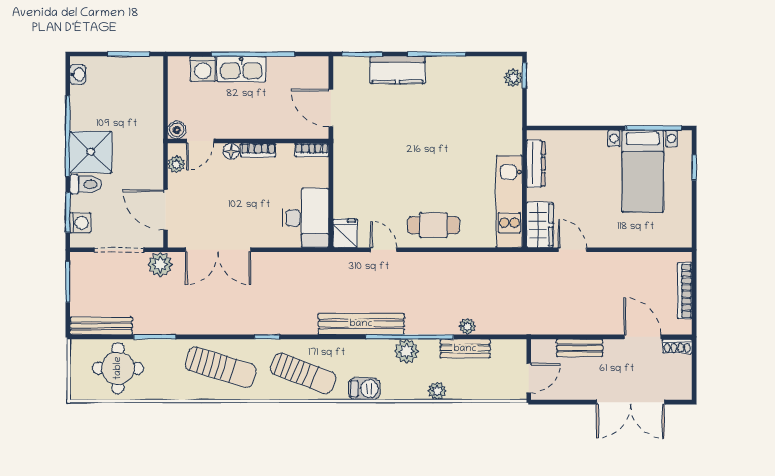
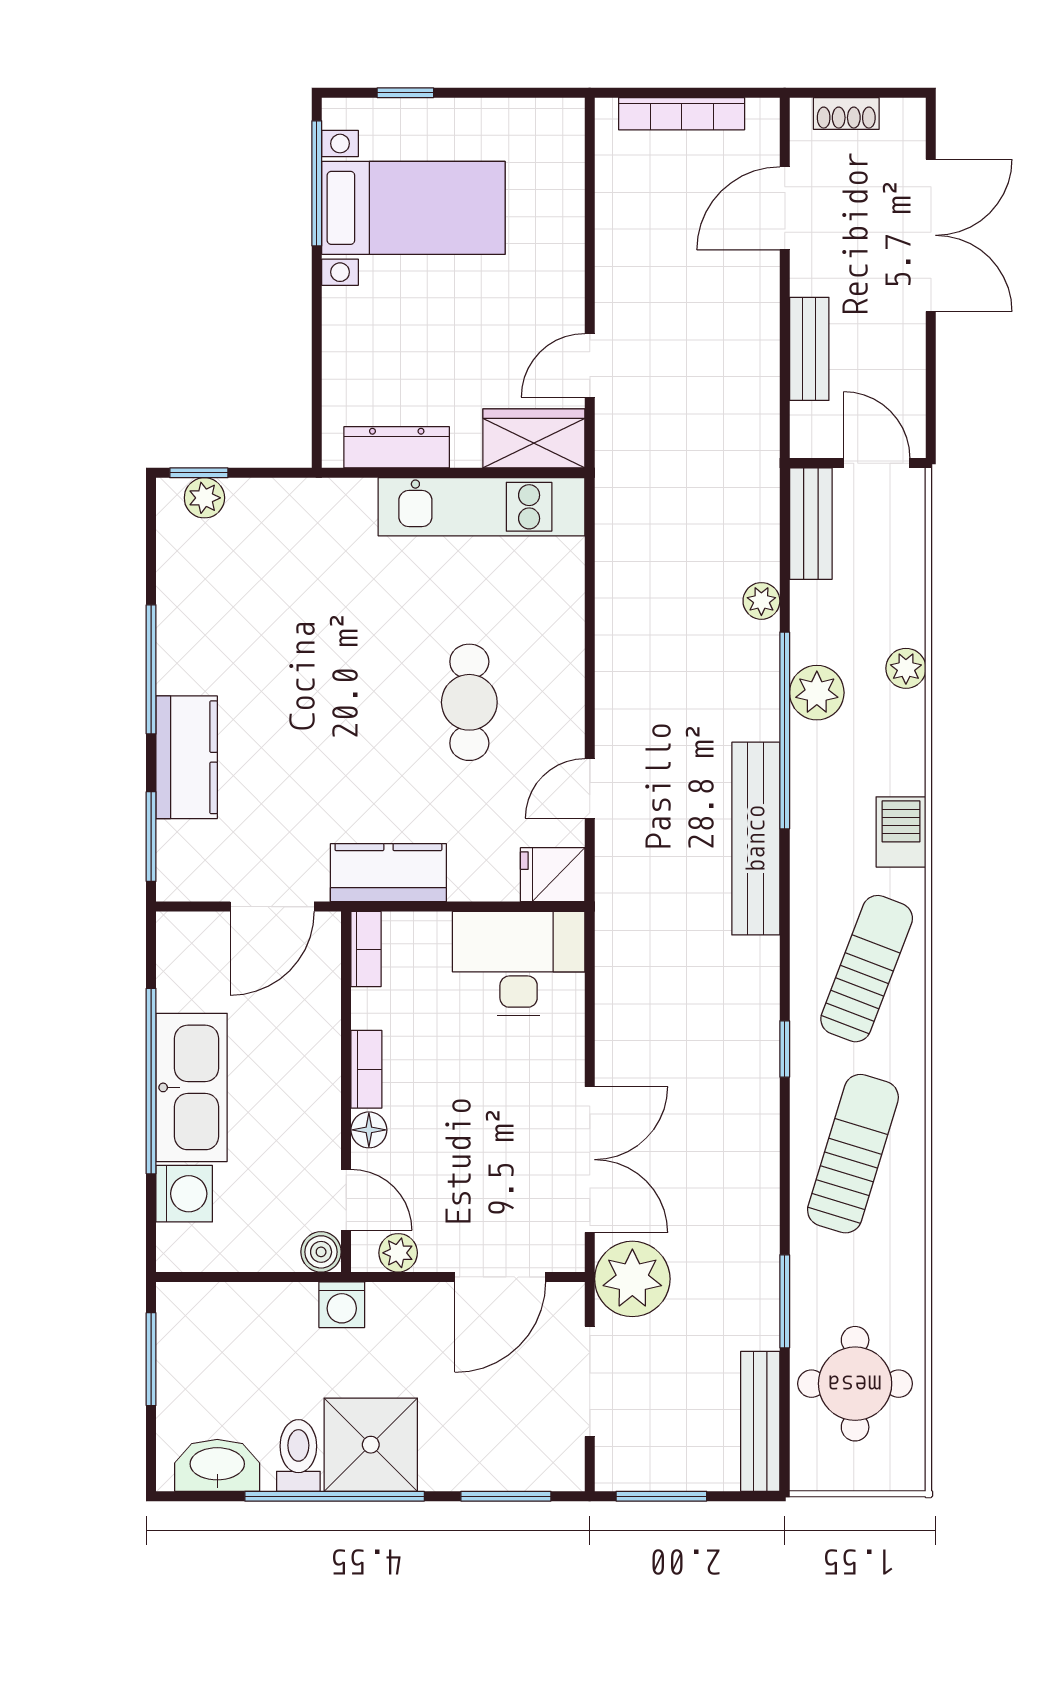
kitchen sink: (241, 69) -> (192, 1087), width x1.36, depth x1.24
washbasin: (78, 75) -> (217, 1465), width x1.91, depth x1.45
kitchen counter: (346, 160) -> (388, 873), added
toilet: (86, 184) -> (298, 1455), moved
washing machine: (80, 223) -> (342, 1305), moved, turned 180
cafe table: (434, 225) -> (469, 702), moved
plant: (160, 264) -> (632, 1279), width x1.36, depth x1.36
shoe rack: (677, 346) -> (846, 113), moved, turned 90
bench: (465, 349) -> (811, 524), moved
plant: (406, 351) -> (817, 693), moved

